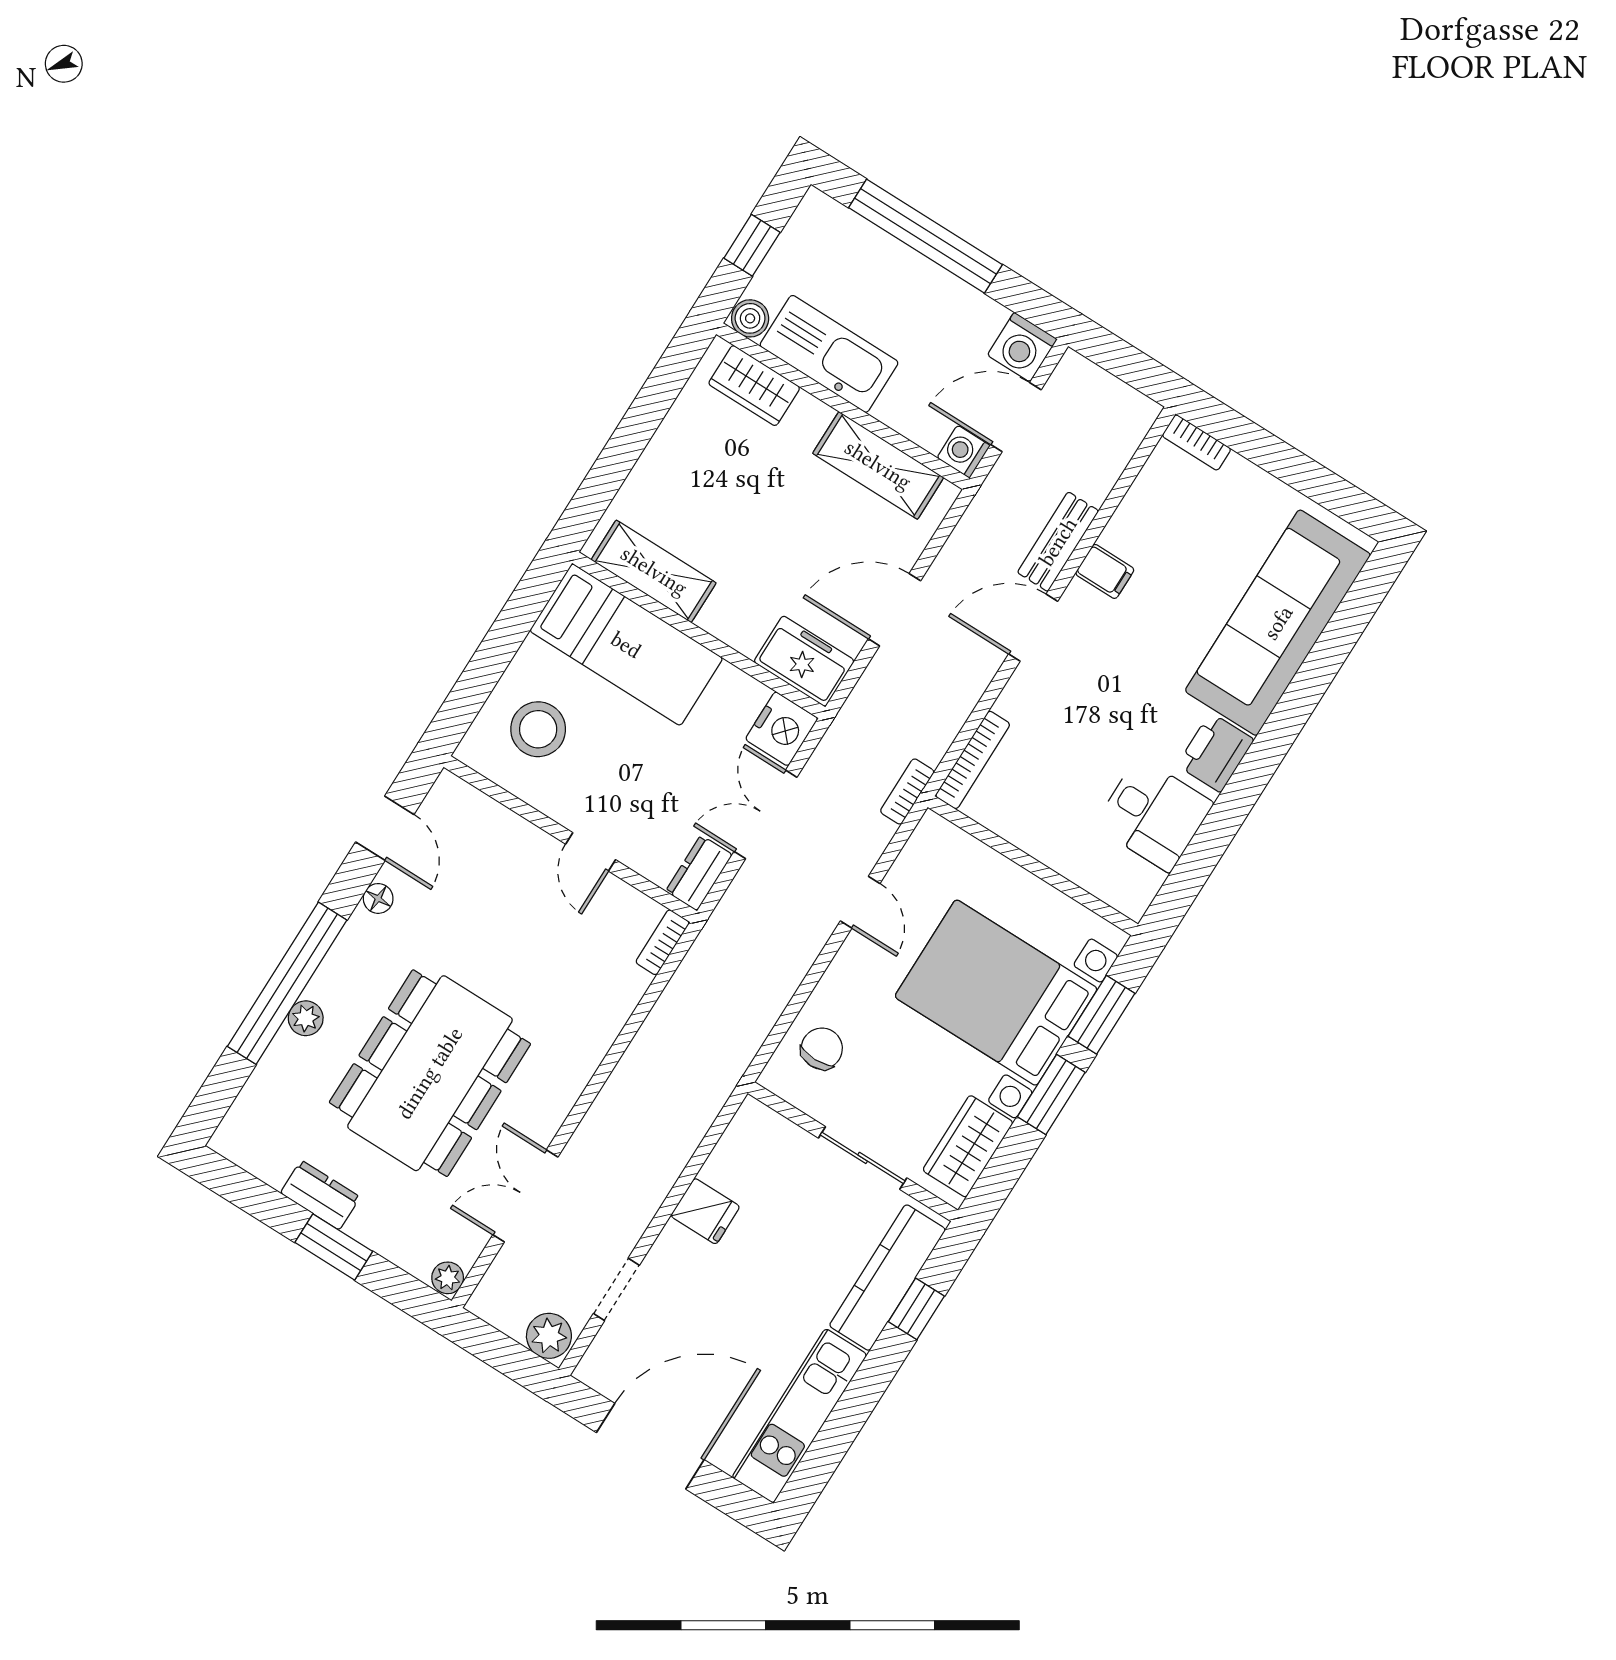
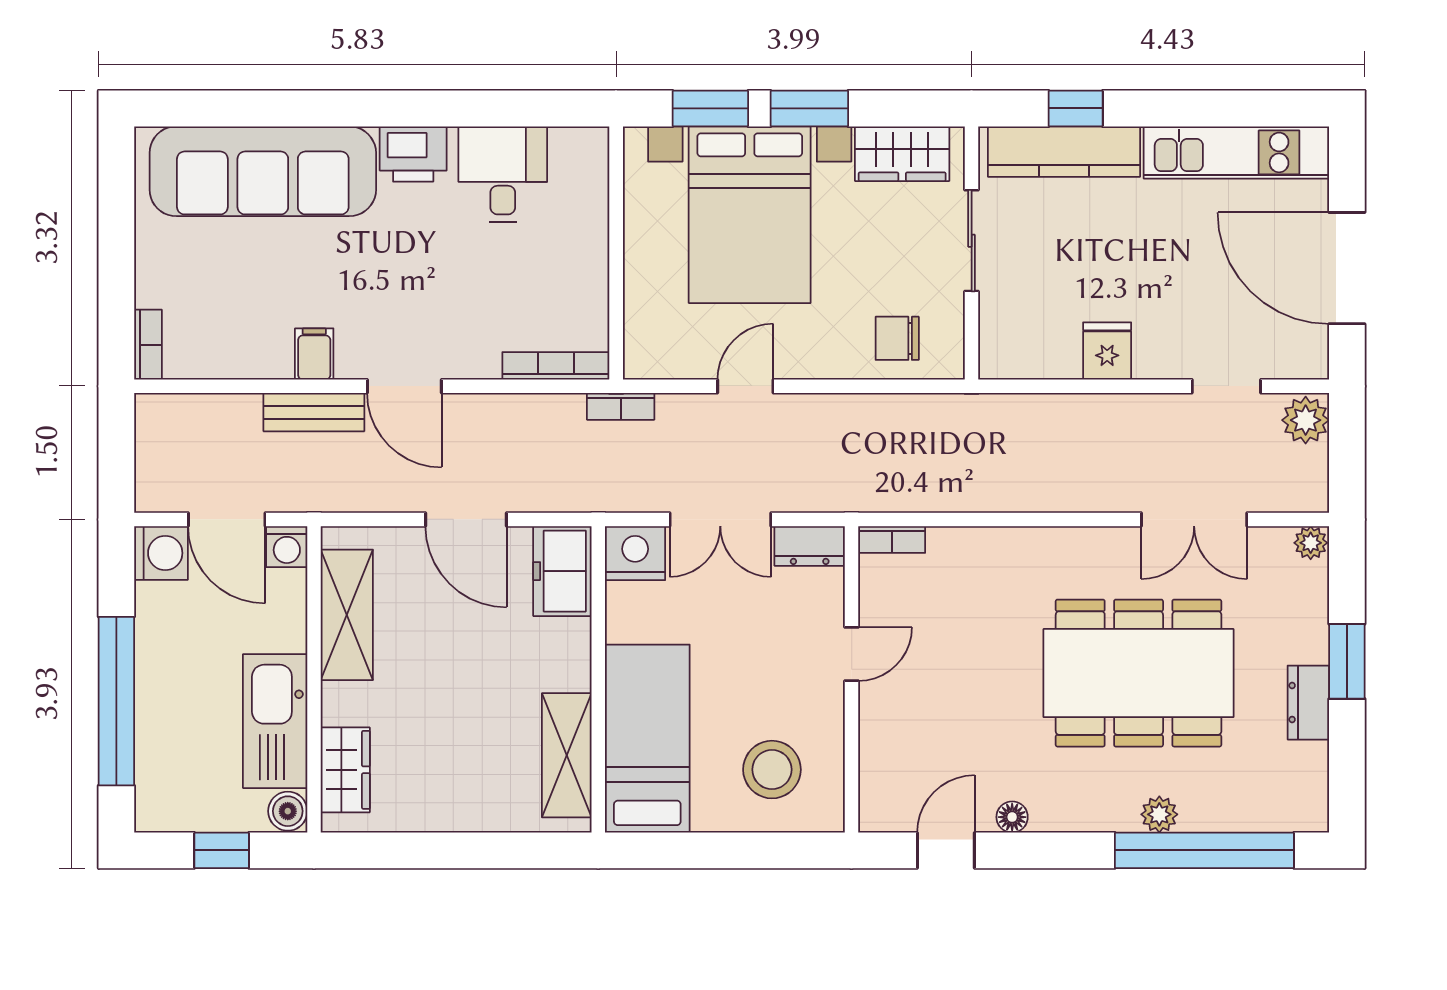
window: (287, 983) -> (1204, 850), moved

